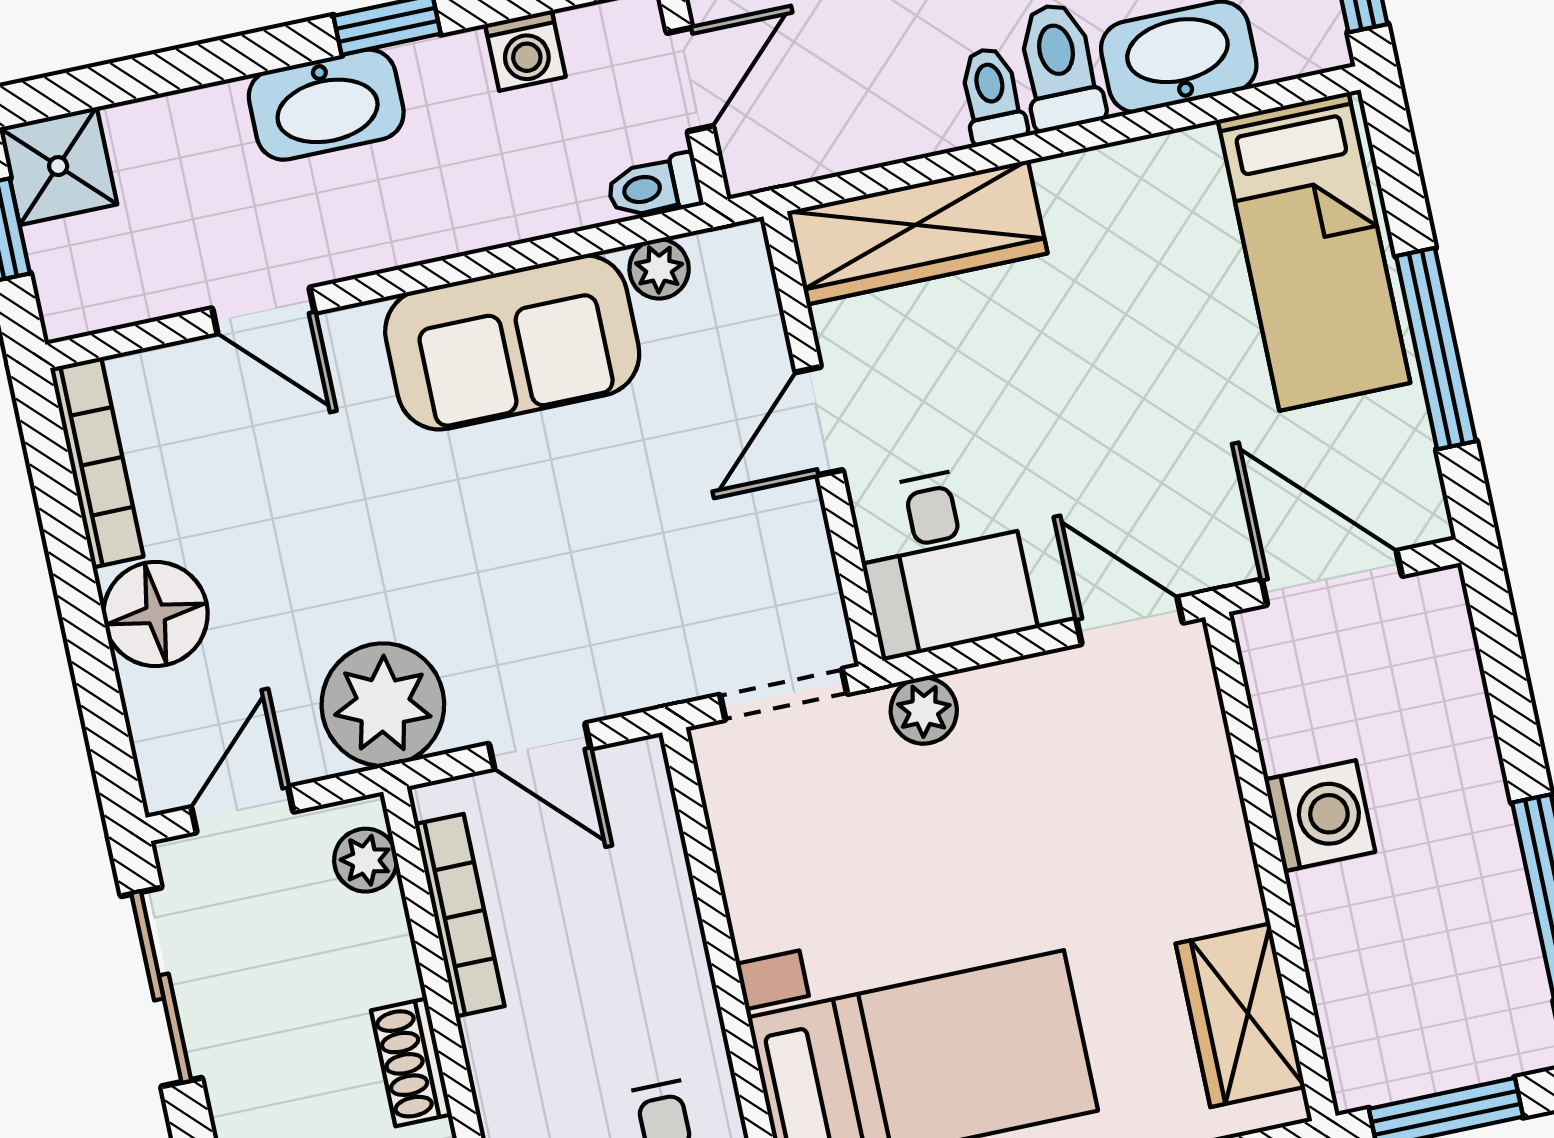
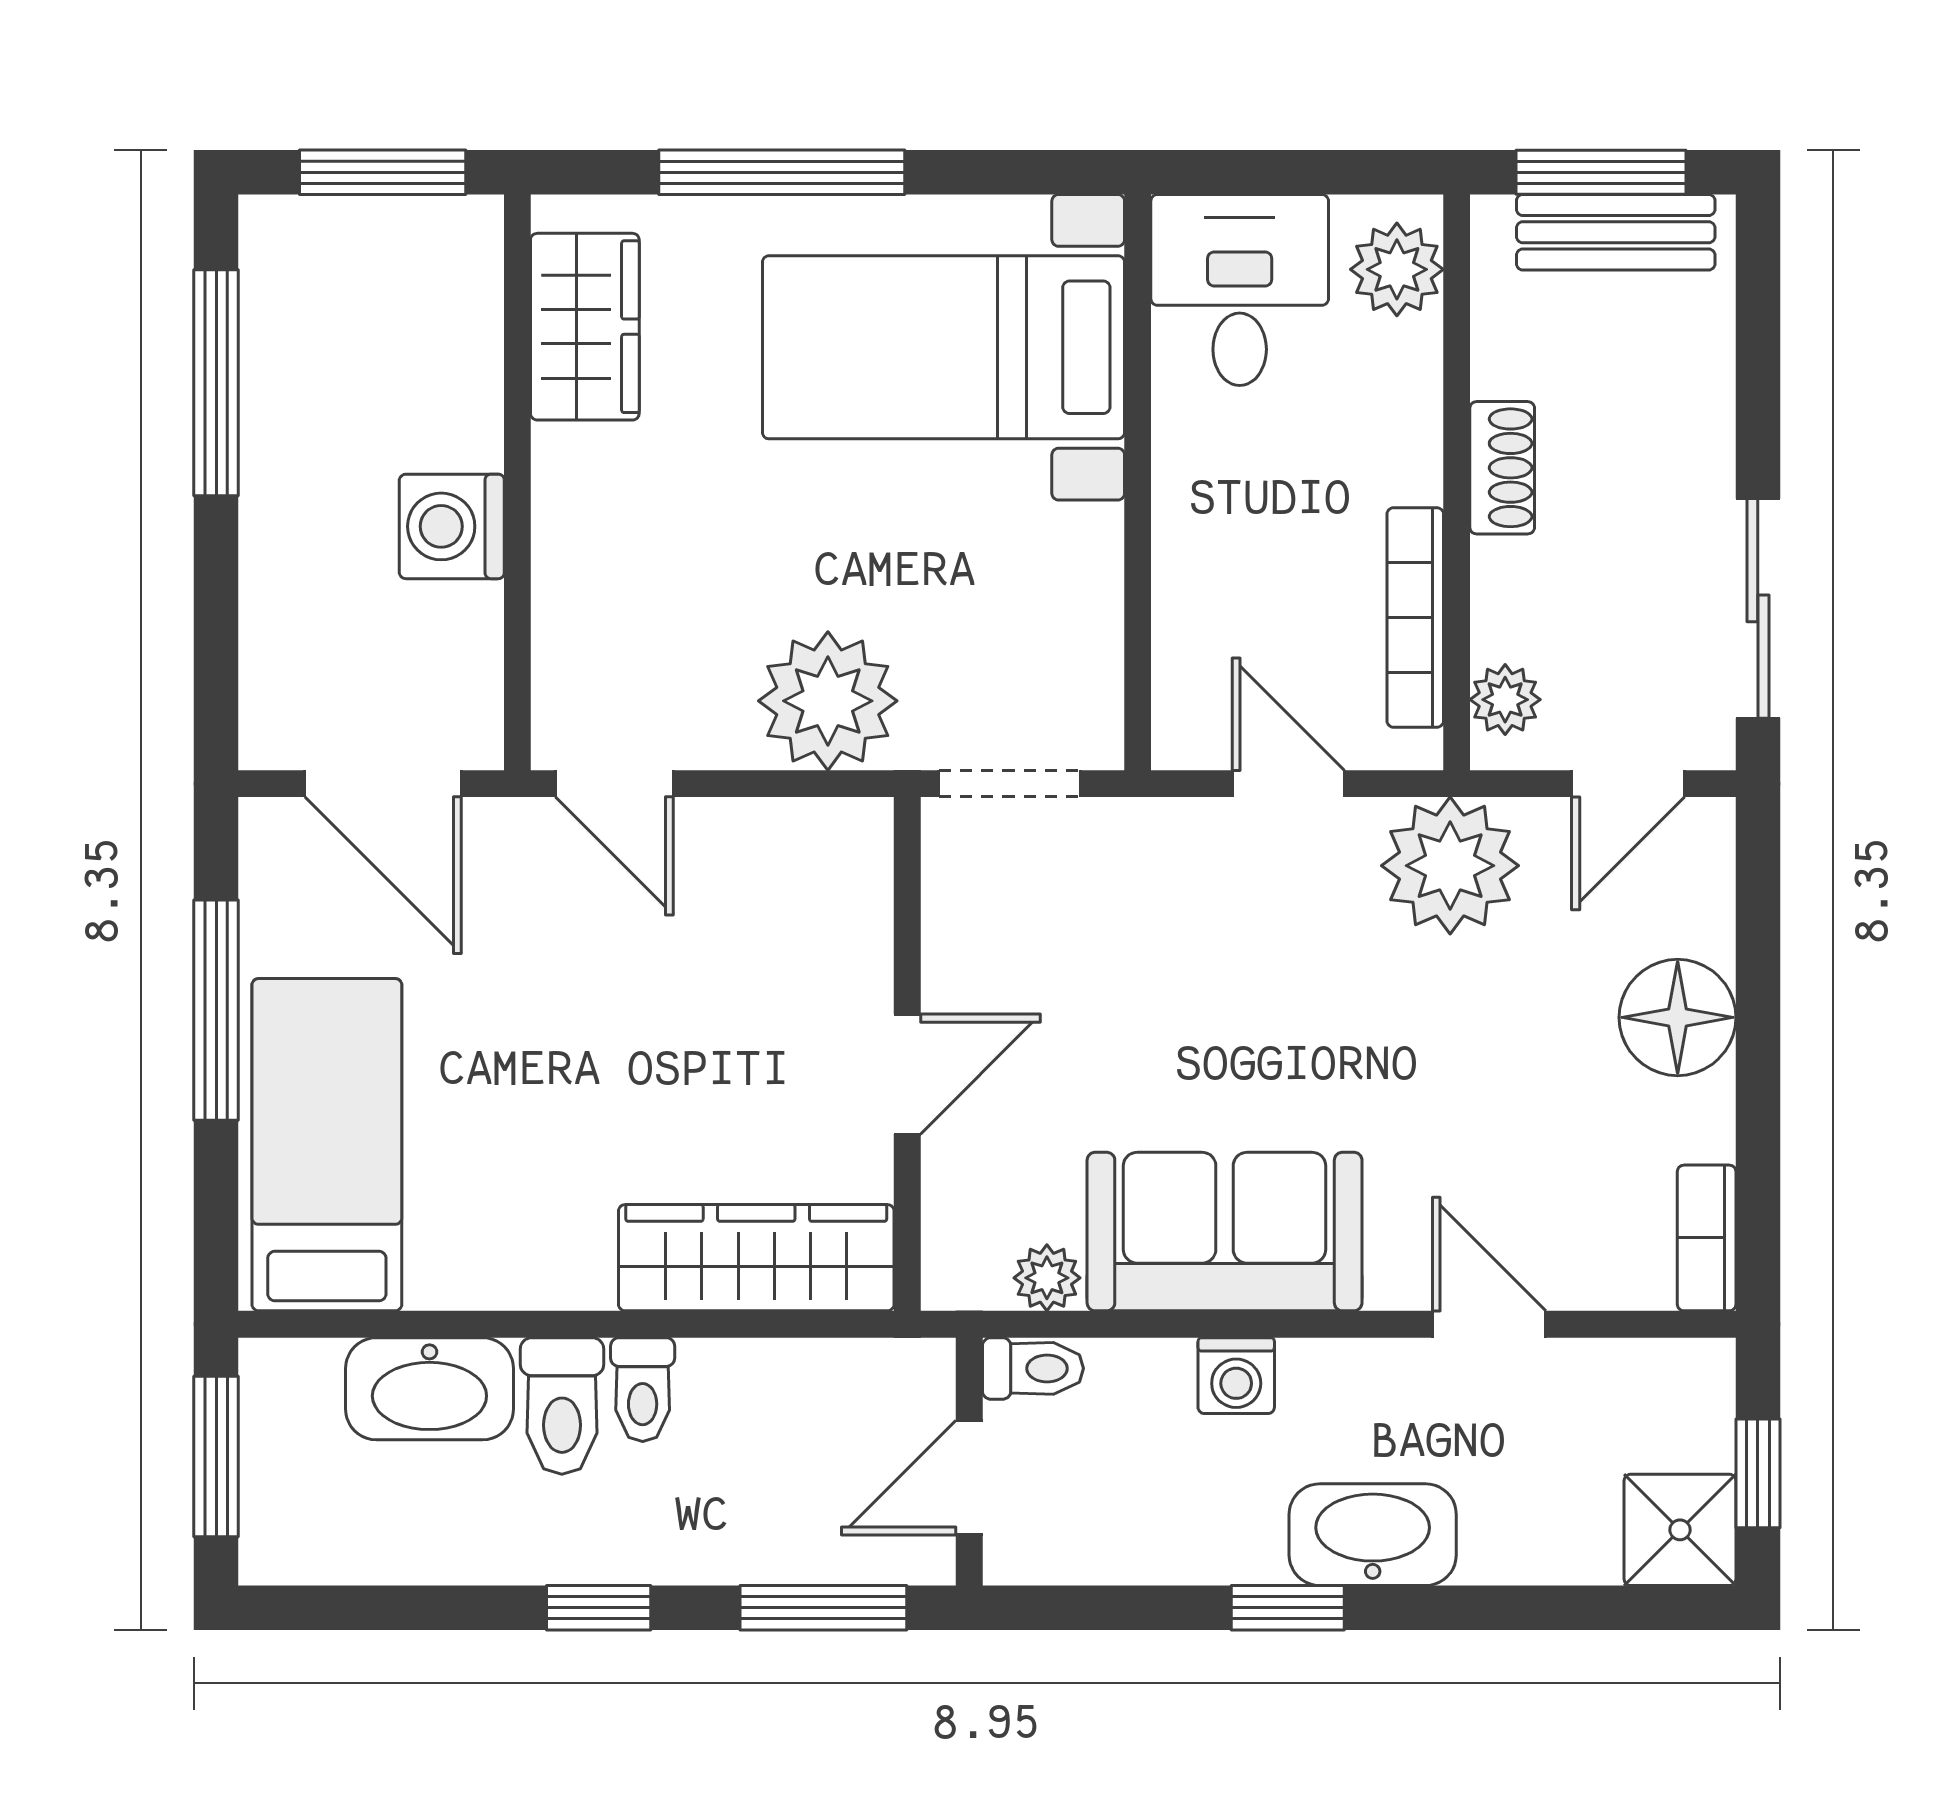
washing machine: (525, 51) -> (1236, 1376), moved, turned 180
bookcase: (97, 462) -> (1707, 1238), width x0.64
desk: (942, 561) -> (805, 893), removed
plant: (924, 711) -> (828, 701), width x1.88, depth x1.88

